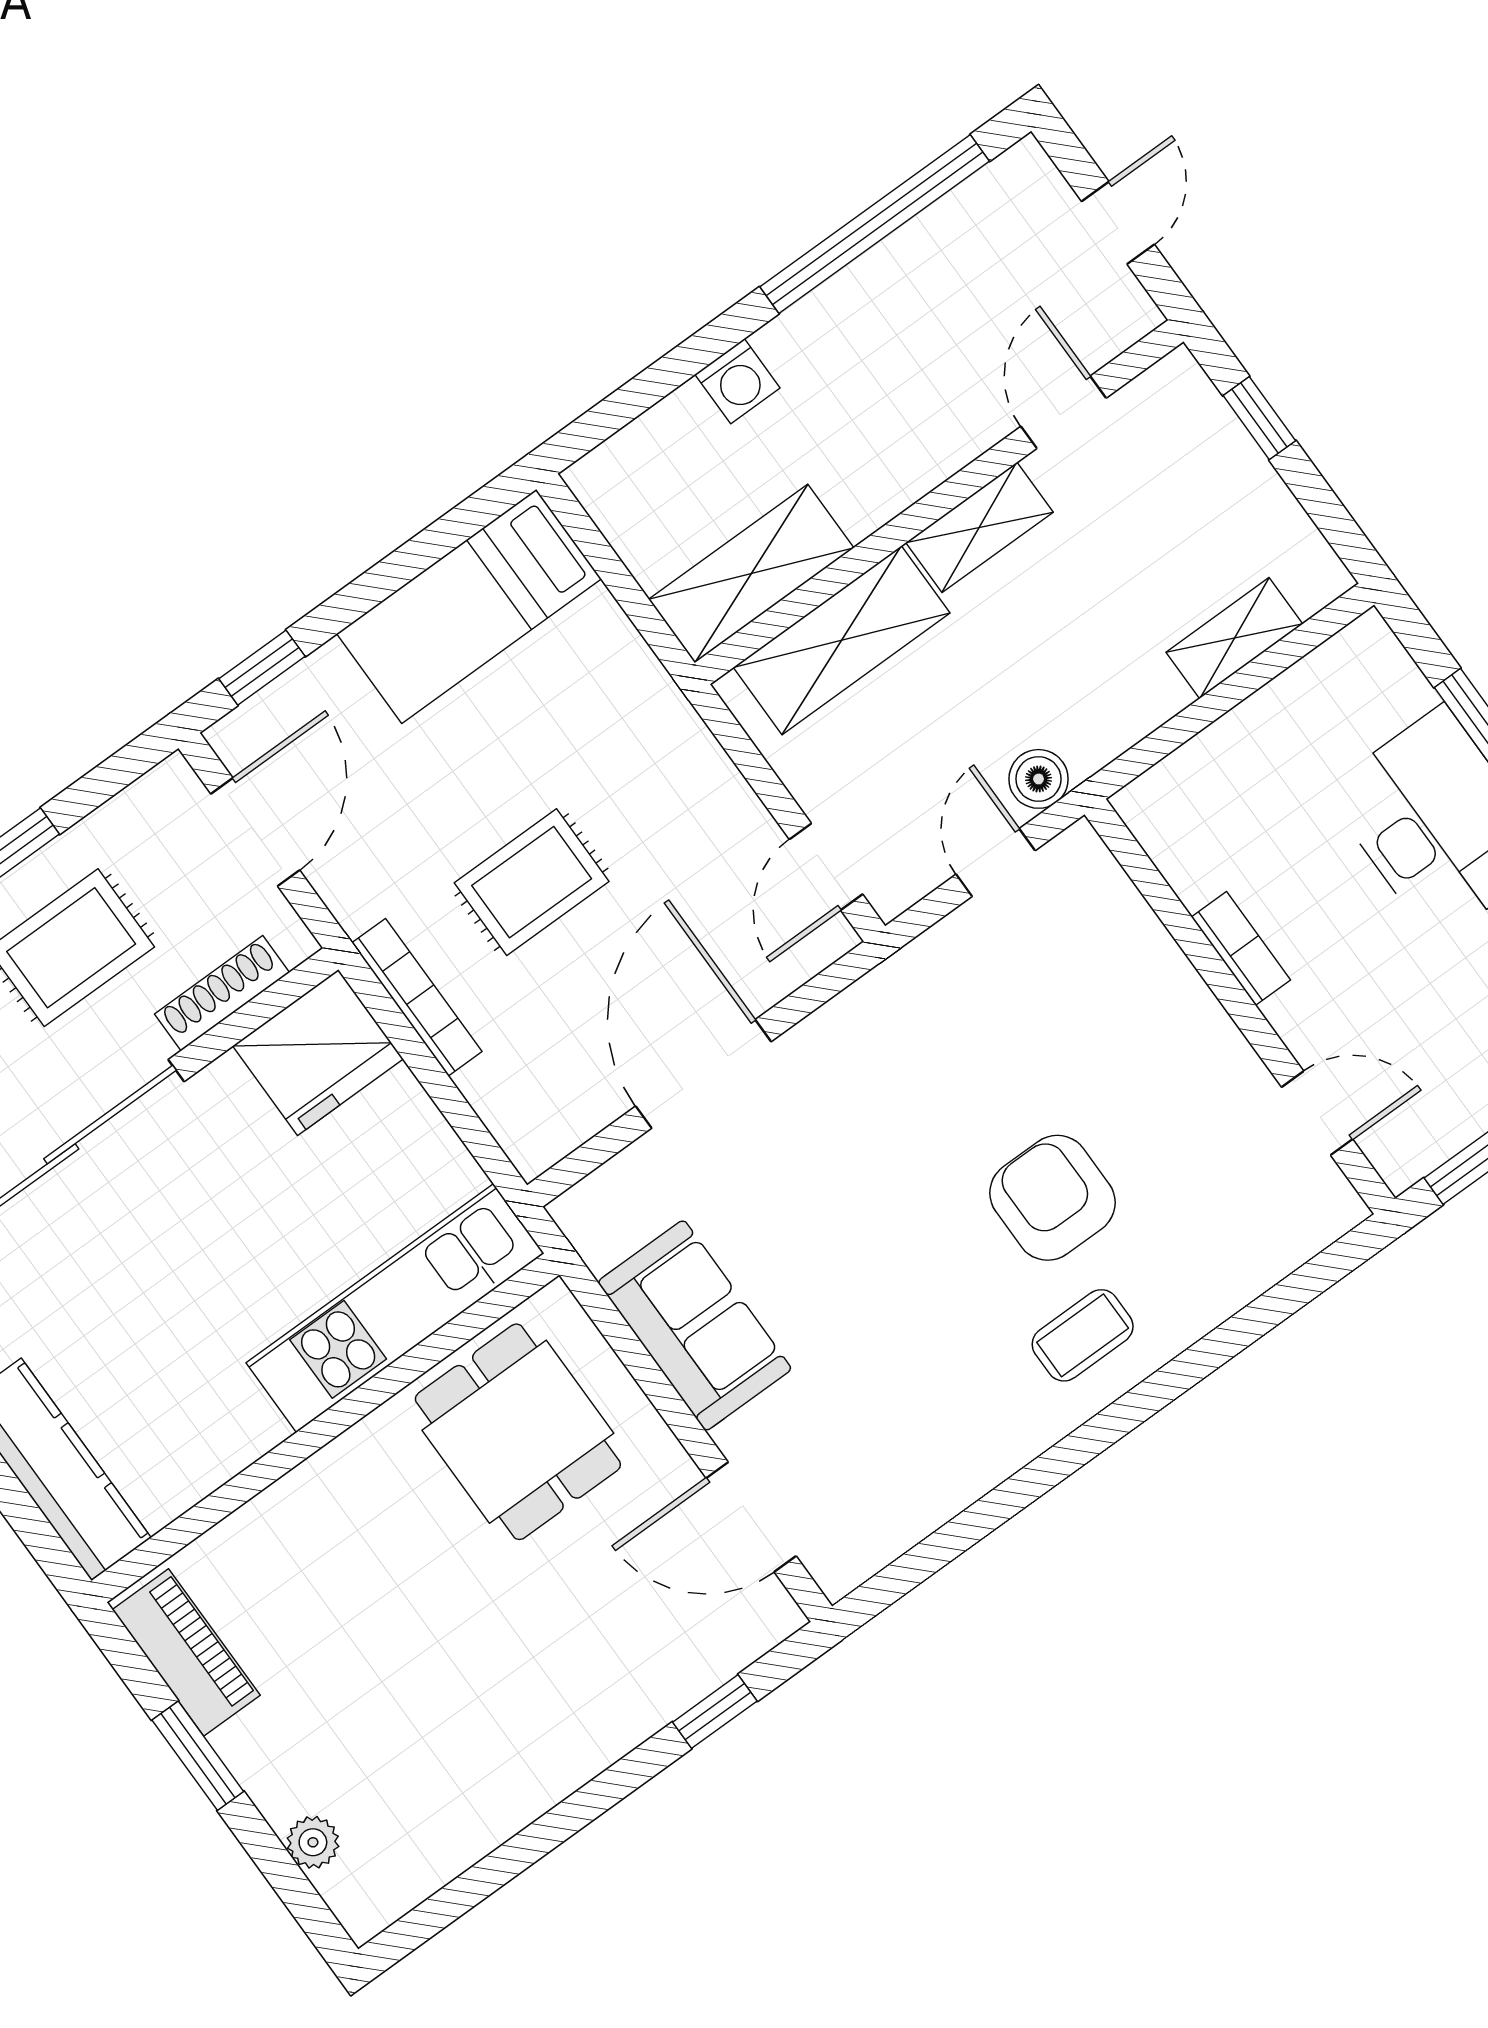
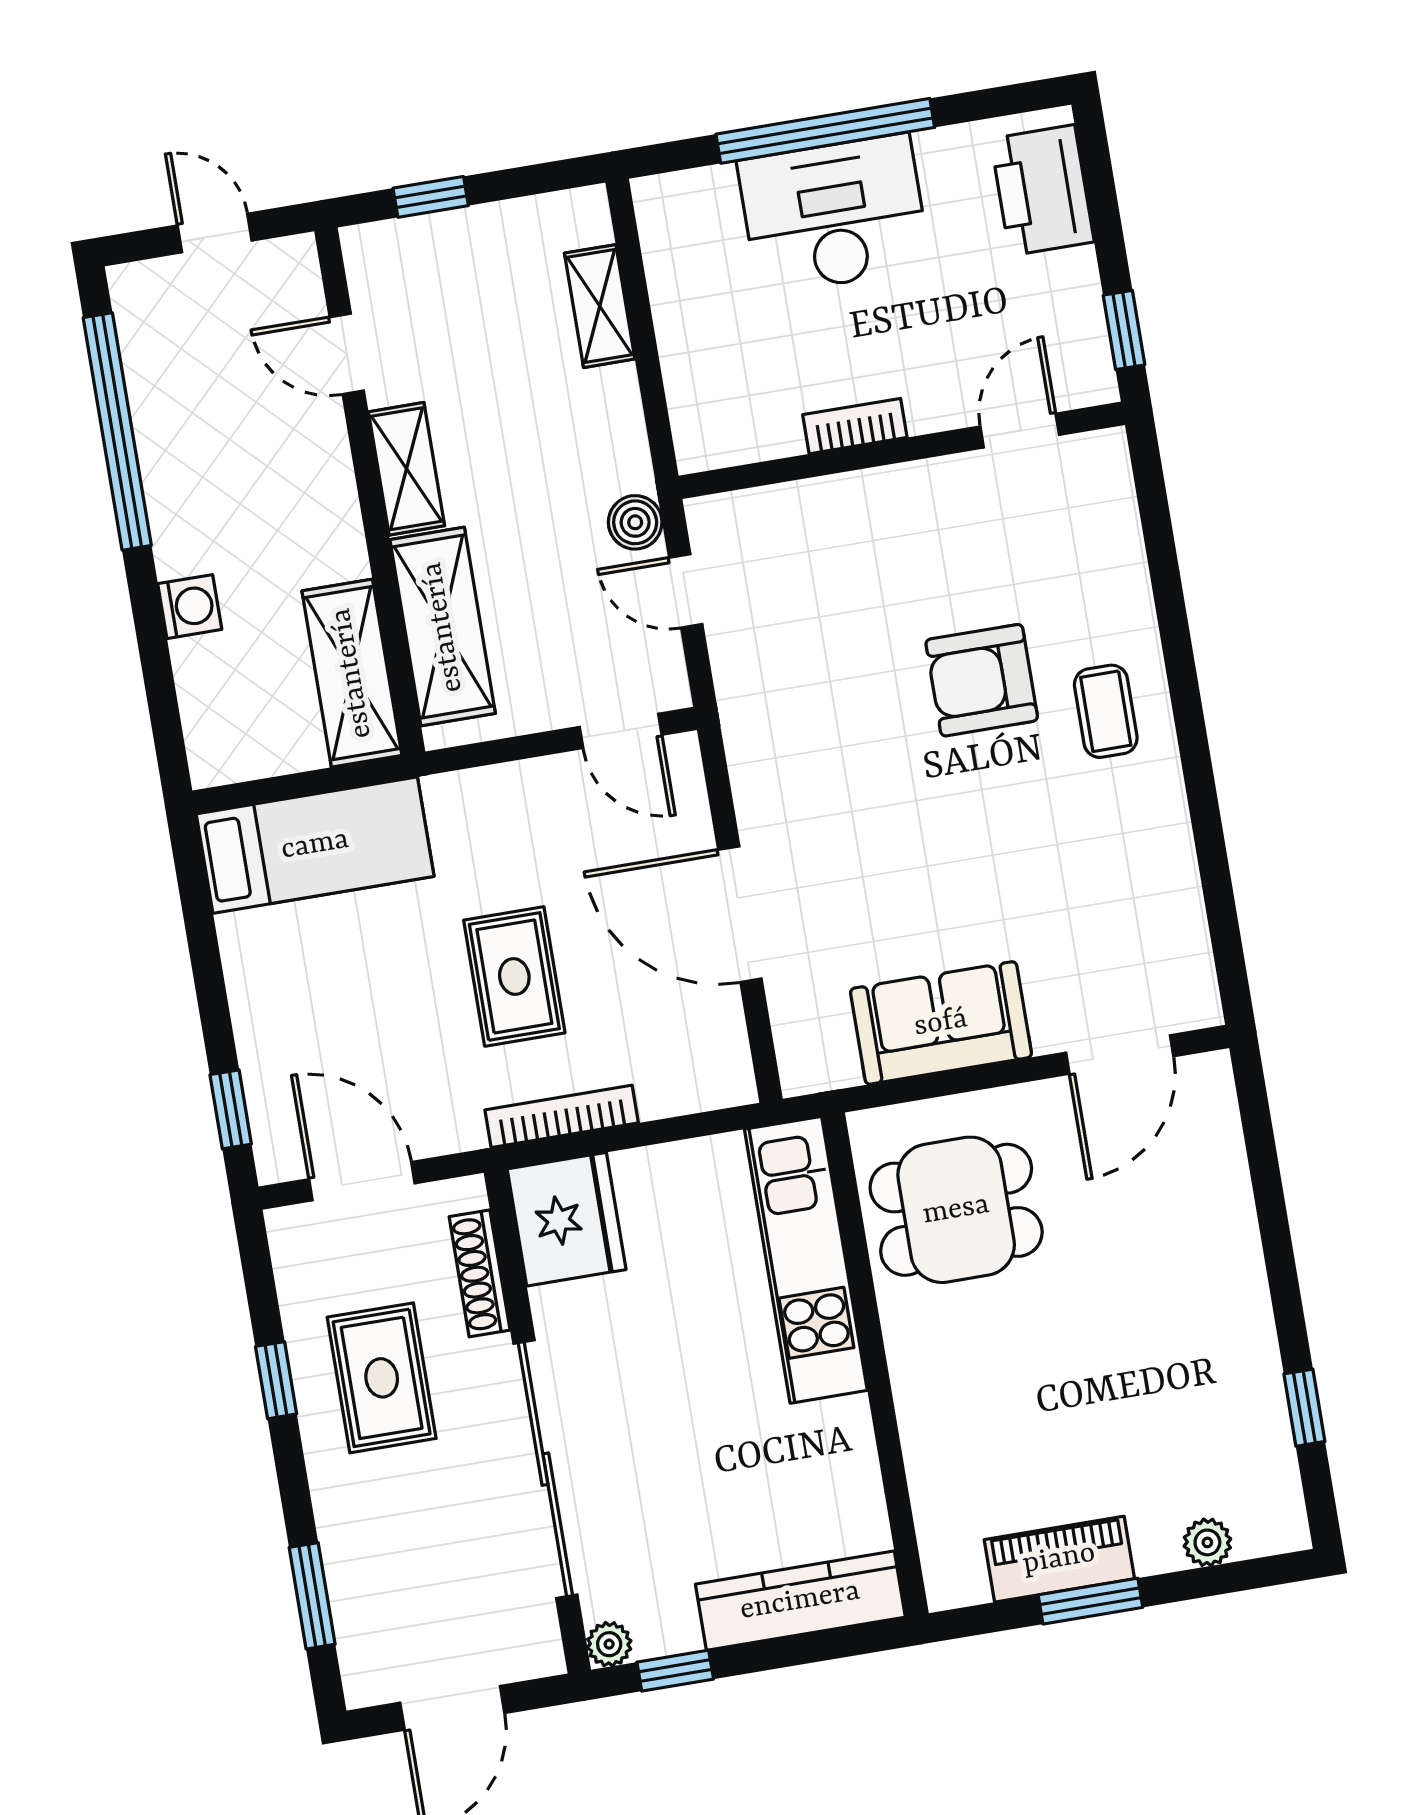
bed: (469, 606) -> (315, 845), moved, turned -90
piano: (186, 1652) -> (1059, 1559), moved
window: (715, 1712) -> (1304, 1408), moved

